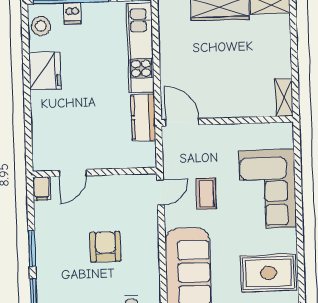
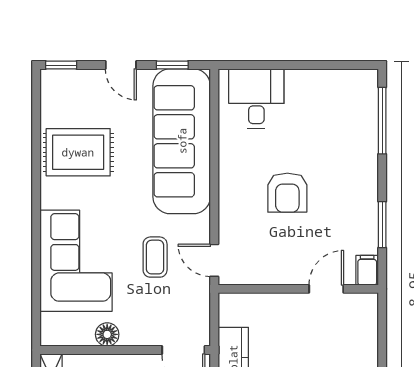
floor lamp: (242, 132) -> (107, 334), added
door: (160, 193) -> (214, 260), hinge flipped
window: (32, 249) -> (382, 225), moved

